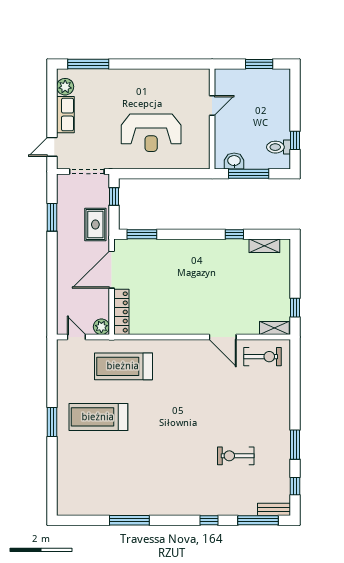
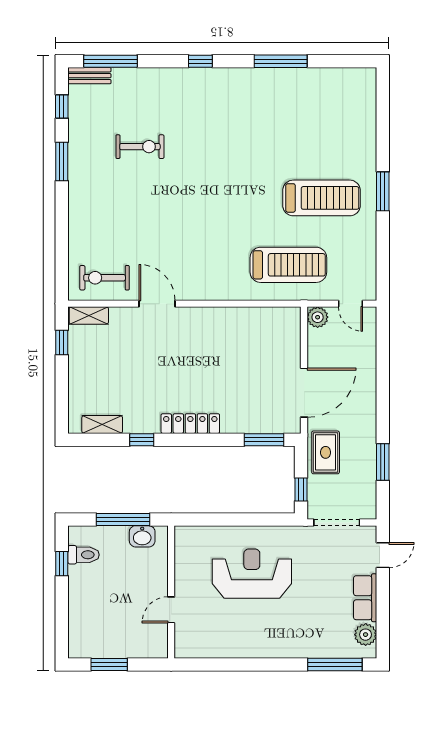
locker: (121, 312) -> (190, 424), moved, turned 90
window: (209, 520) -> (200, 61), moved

